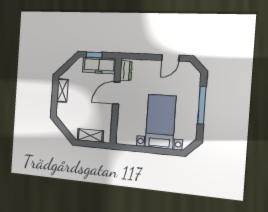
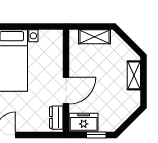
freezer: (99, 65) -> (84, 123), width x0.71
shelving: (62, 91) -> (134, 75), moved

